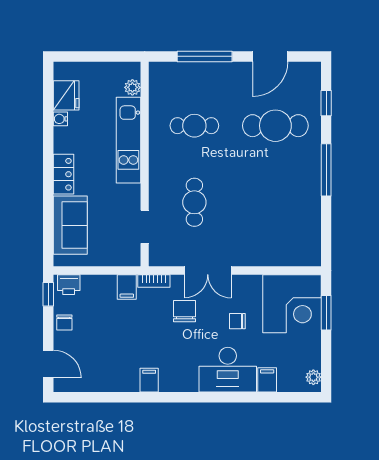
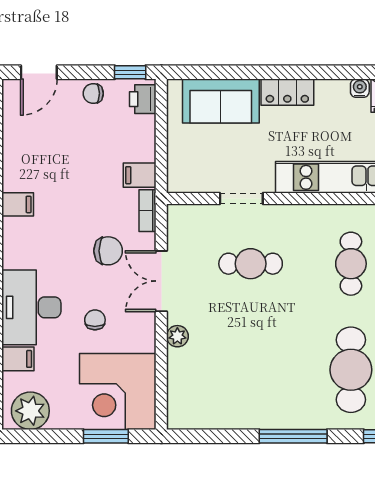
doorway: (145, 227) -> (241, 198), moved
plant: (250, 258) -> (177, 336), added
plant: (313, 377) -> (30, 411), width x1.87, depth x1.87

